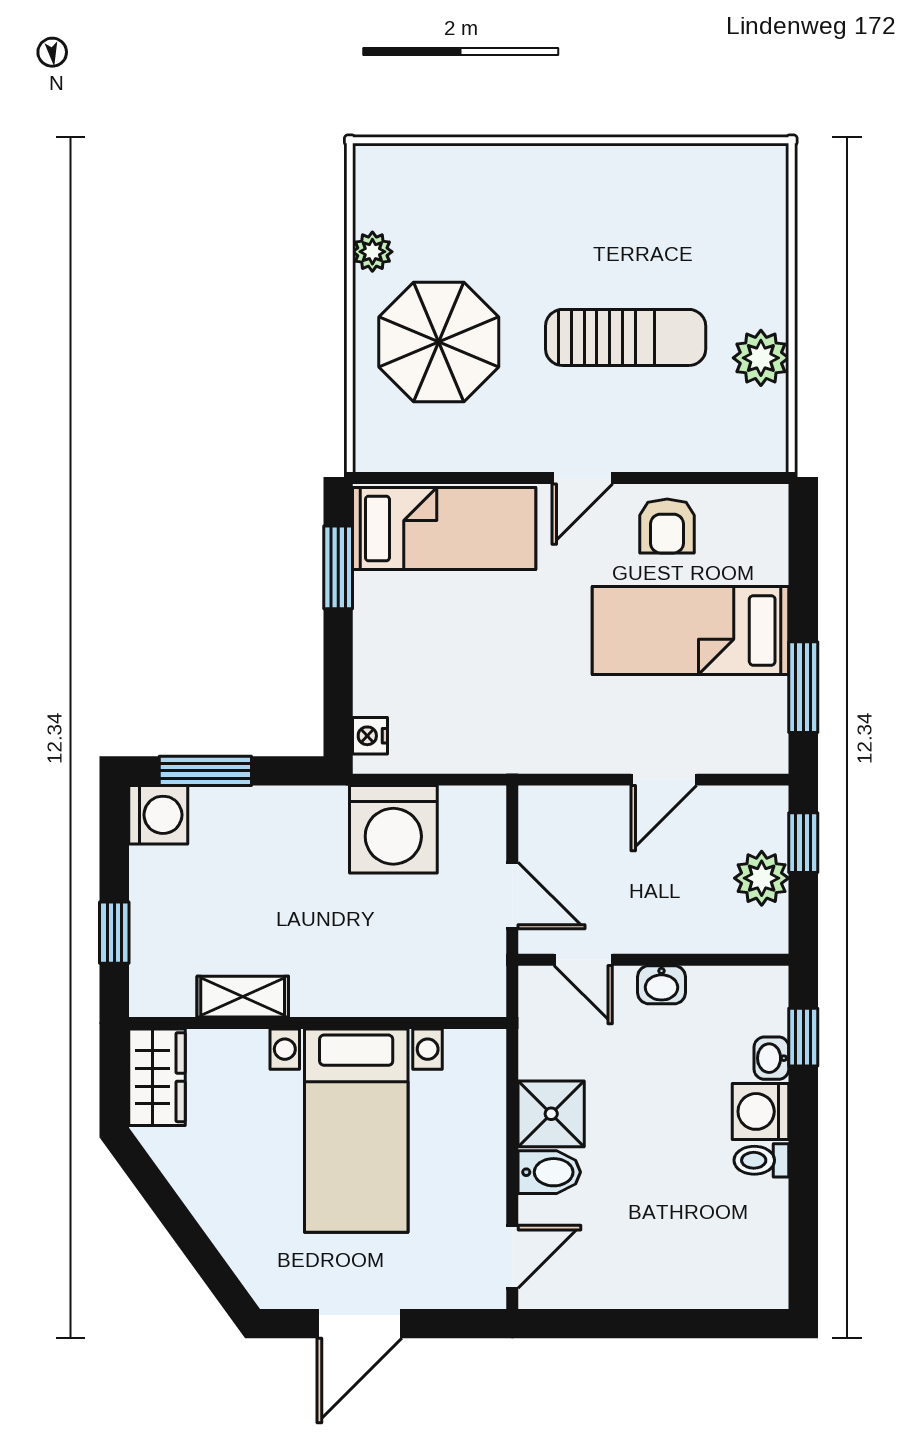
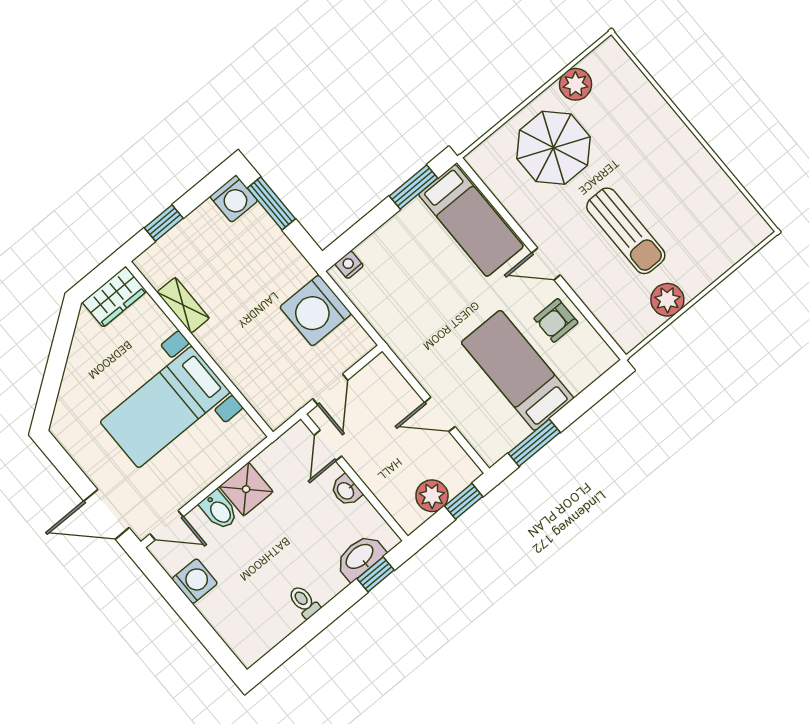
plant: (372, 252) -> (576, 84), width x1.38, depth x1.38
washbasin: (771, 1058) -> (360, 557), width x1.91, depth x1.45
washing machine: (761, 1111) -> (195, 581), moved, turned 90
door: (359, 1324) -> (106, 514), moved

